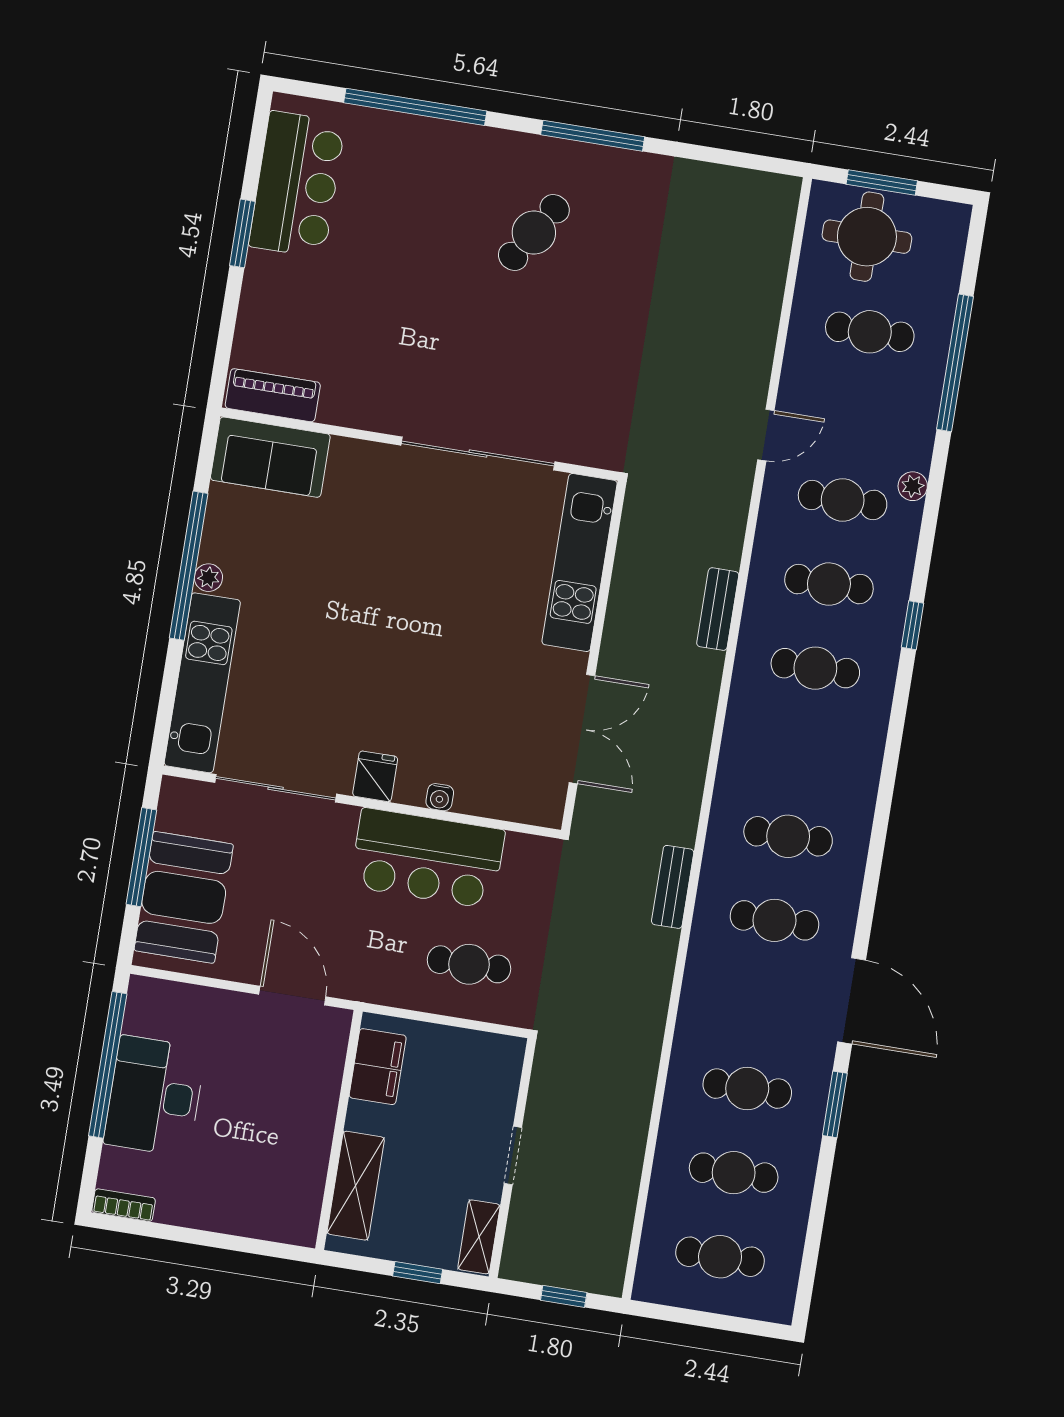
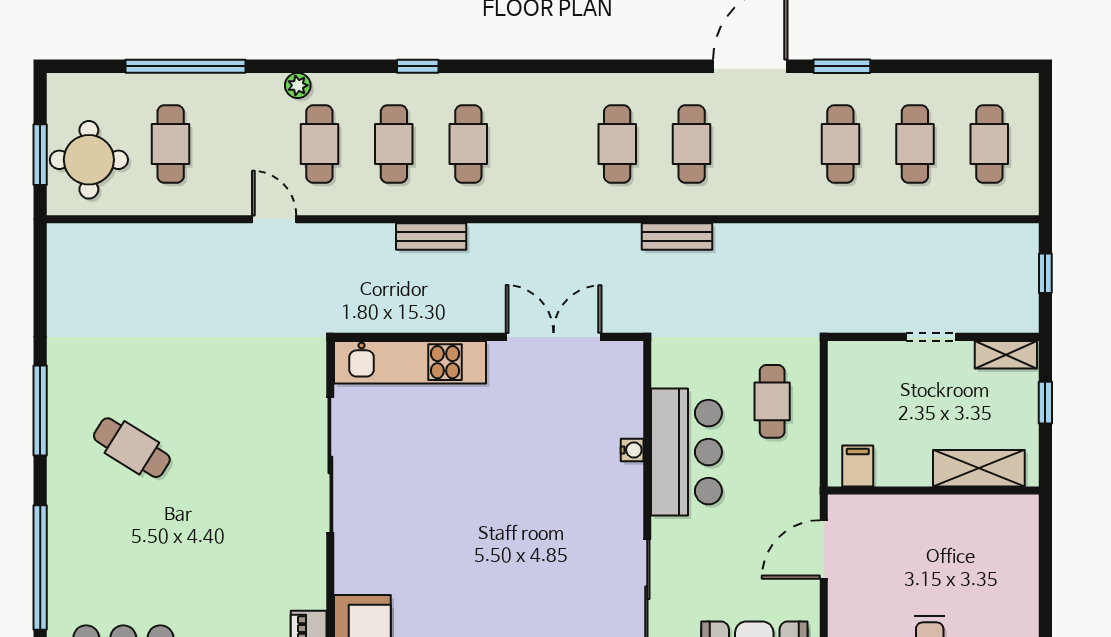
fridge: (375, 776) -> (623, 509), removed
filing cabinet: (378, 1067) -> (858, 466), width x0.50

